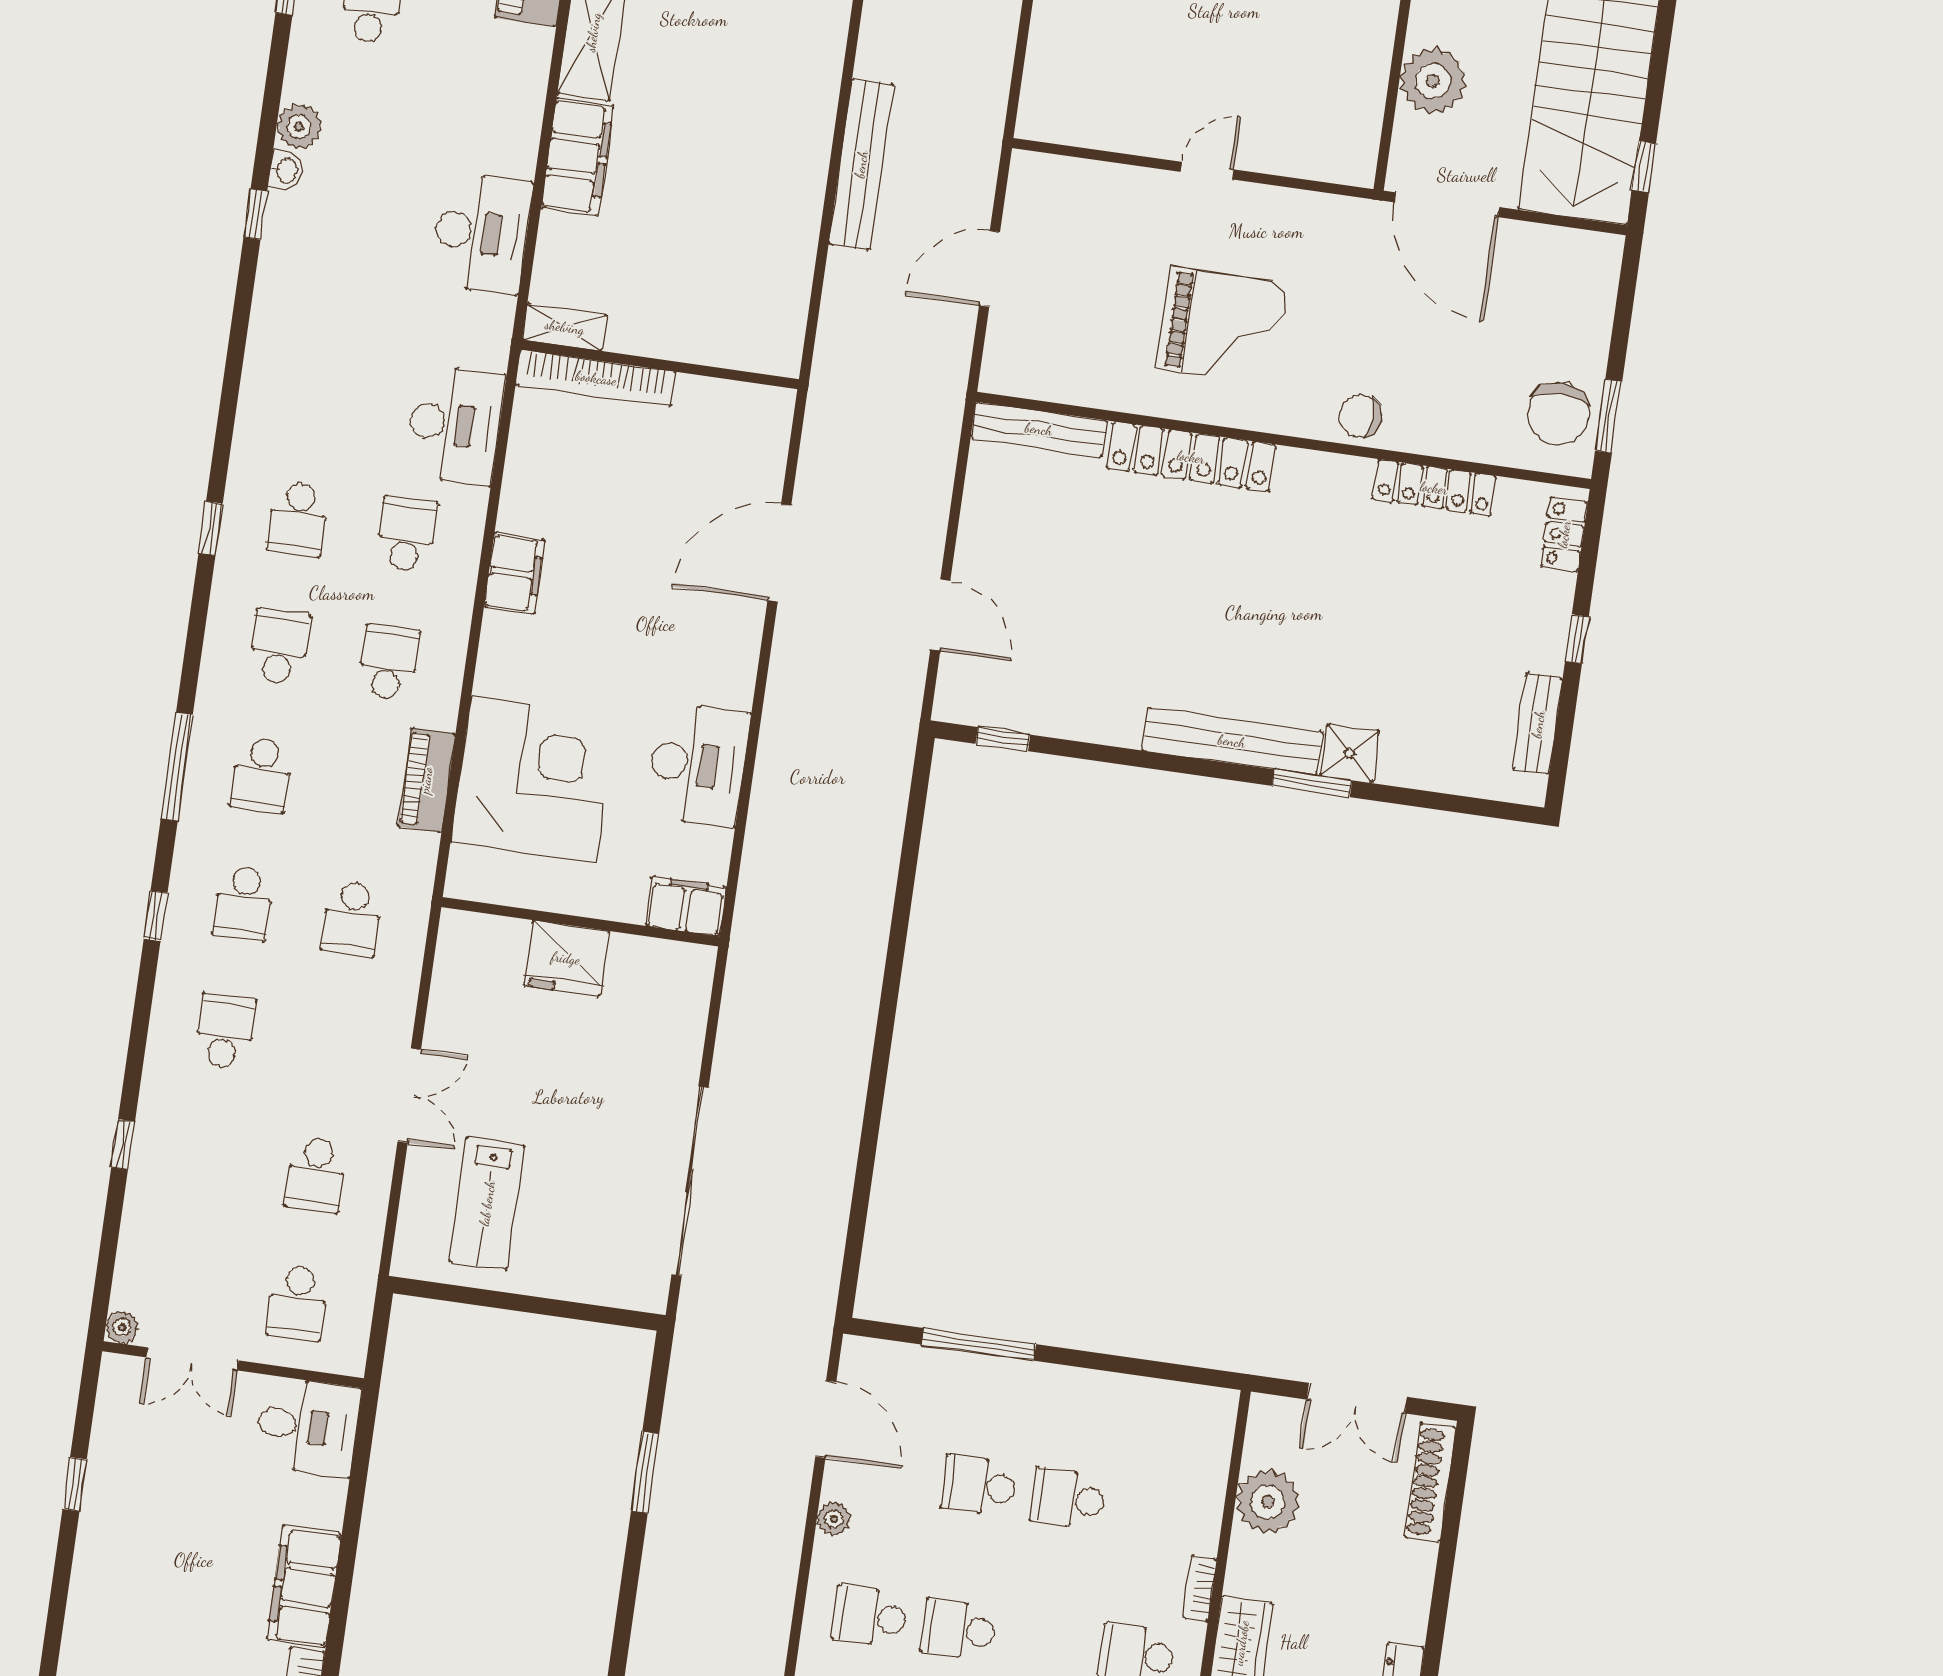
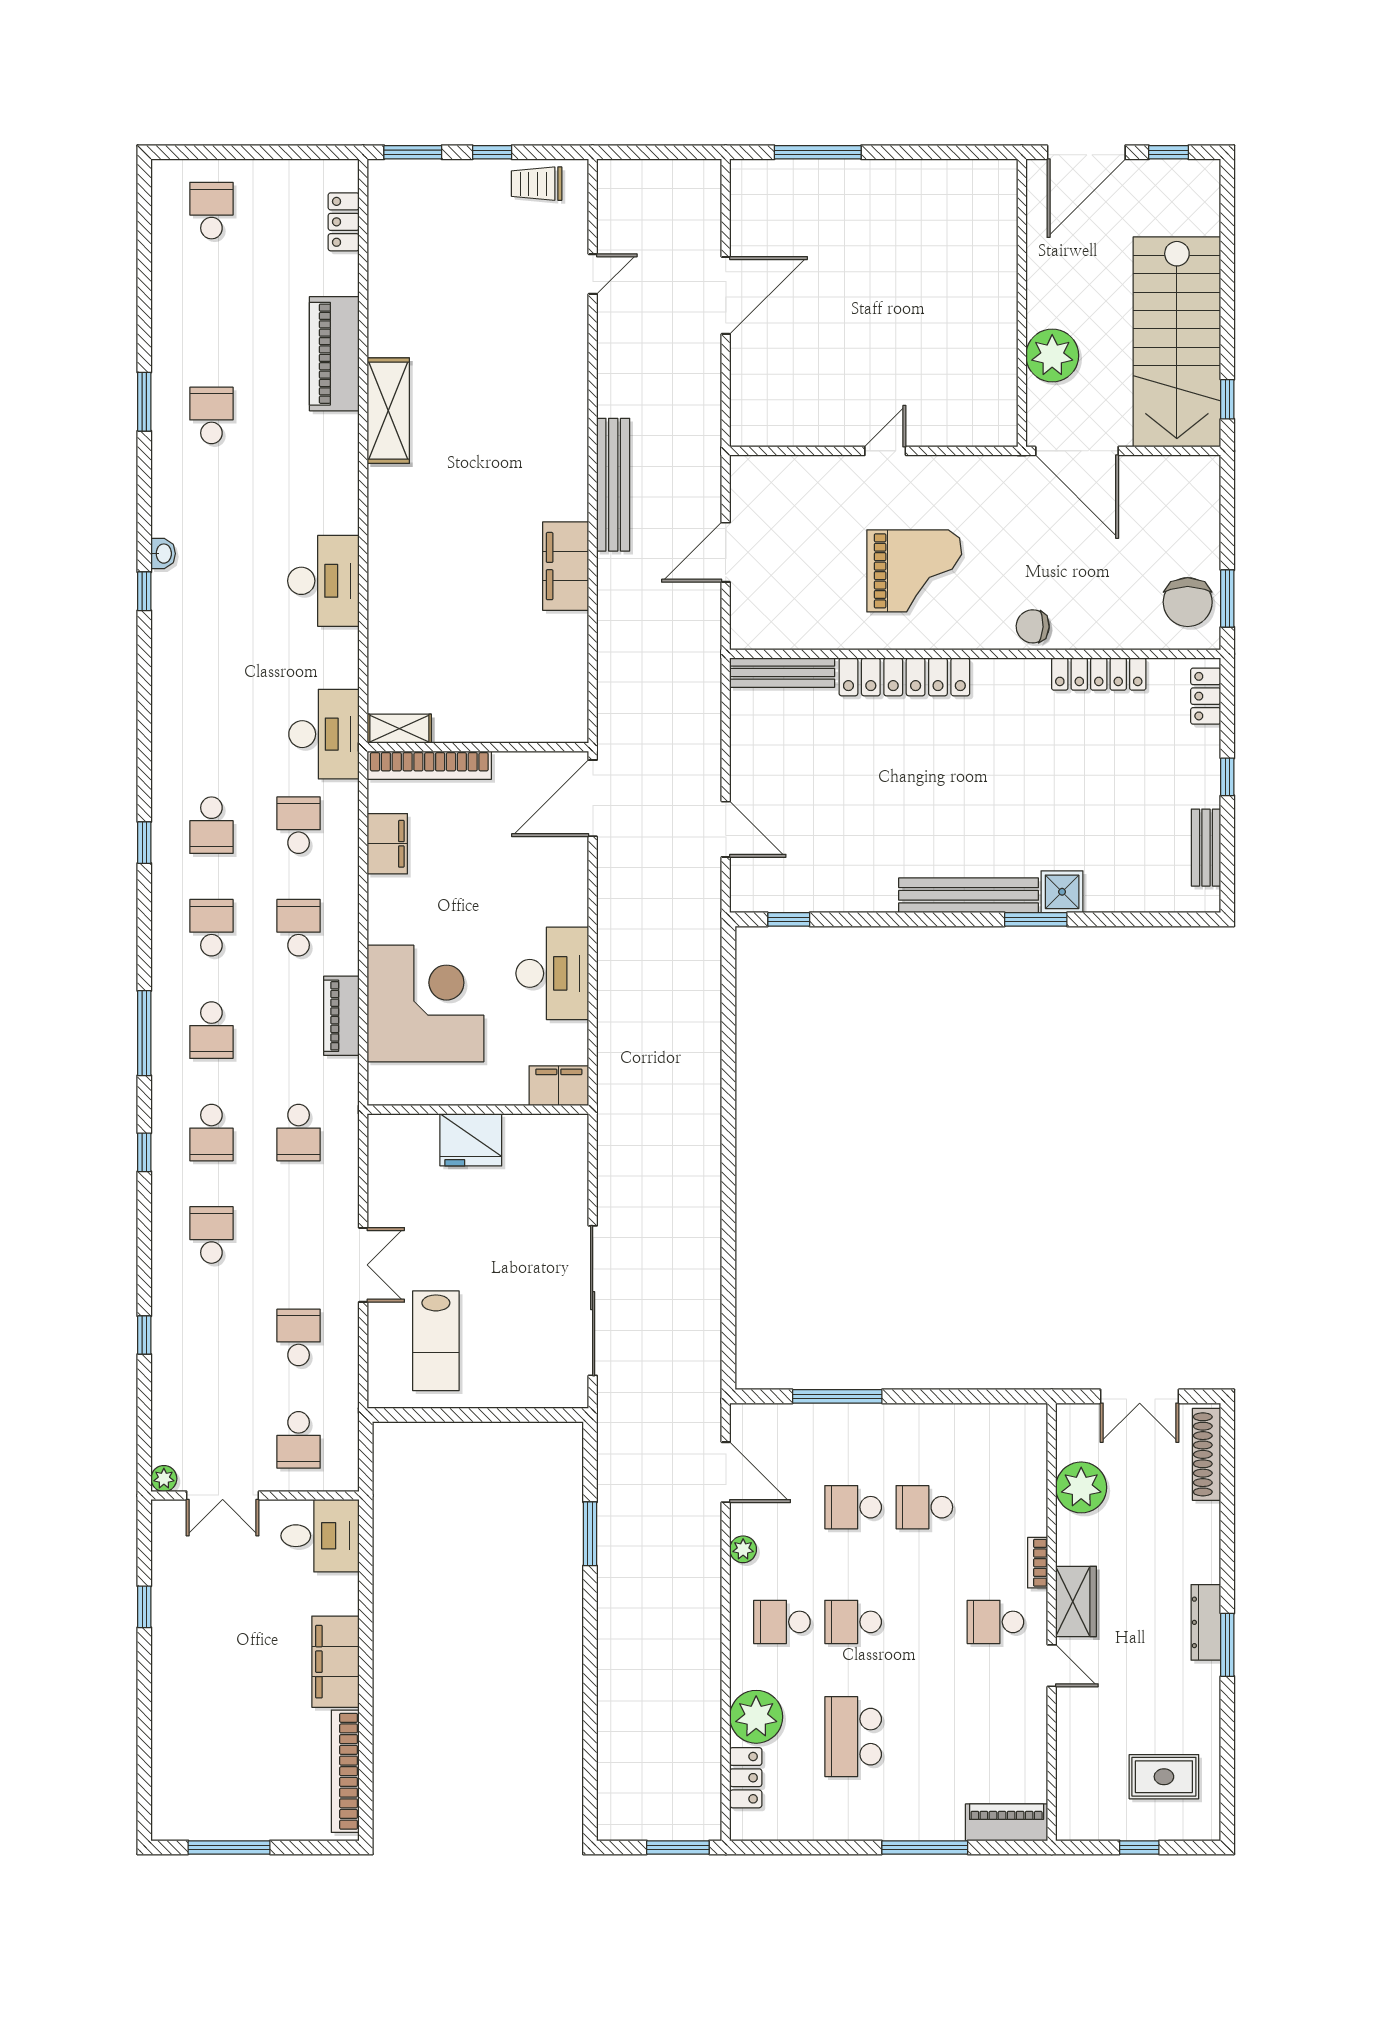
plant: (299, 127) -> (169, 518), removed
filing cabinet: (577, 157) -> (566, 566), moved, turned 180
shelving: (565, 327) -> (399, 729), moved
wall: (660, 364) -> (478, 747), moved
bookcase: (596, 378) -> (429, 765), moved
school desk: (316, 1175) -> (299, 1337), turned 180

